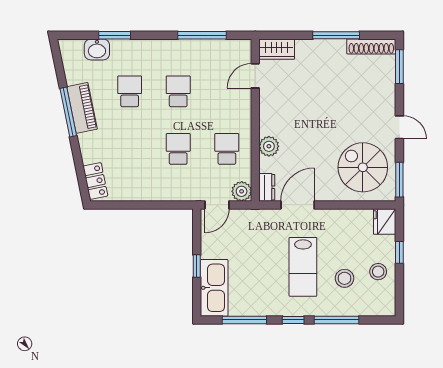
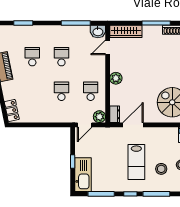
washbasin: (97, 49) -> (98, 32), moved
wardrobe: (277, 49) -> (126, 31), width x1.50
plant: (269, 146) -> (116, 78), moved

